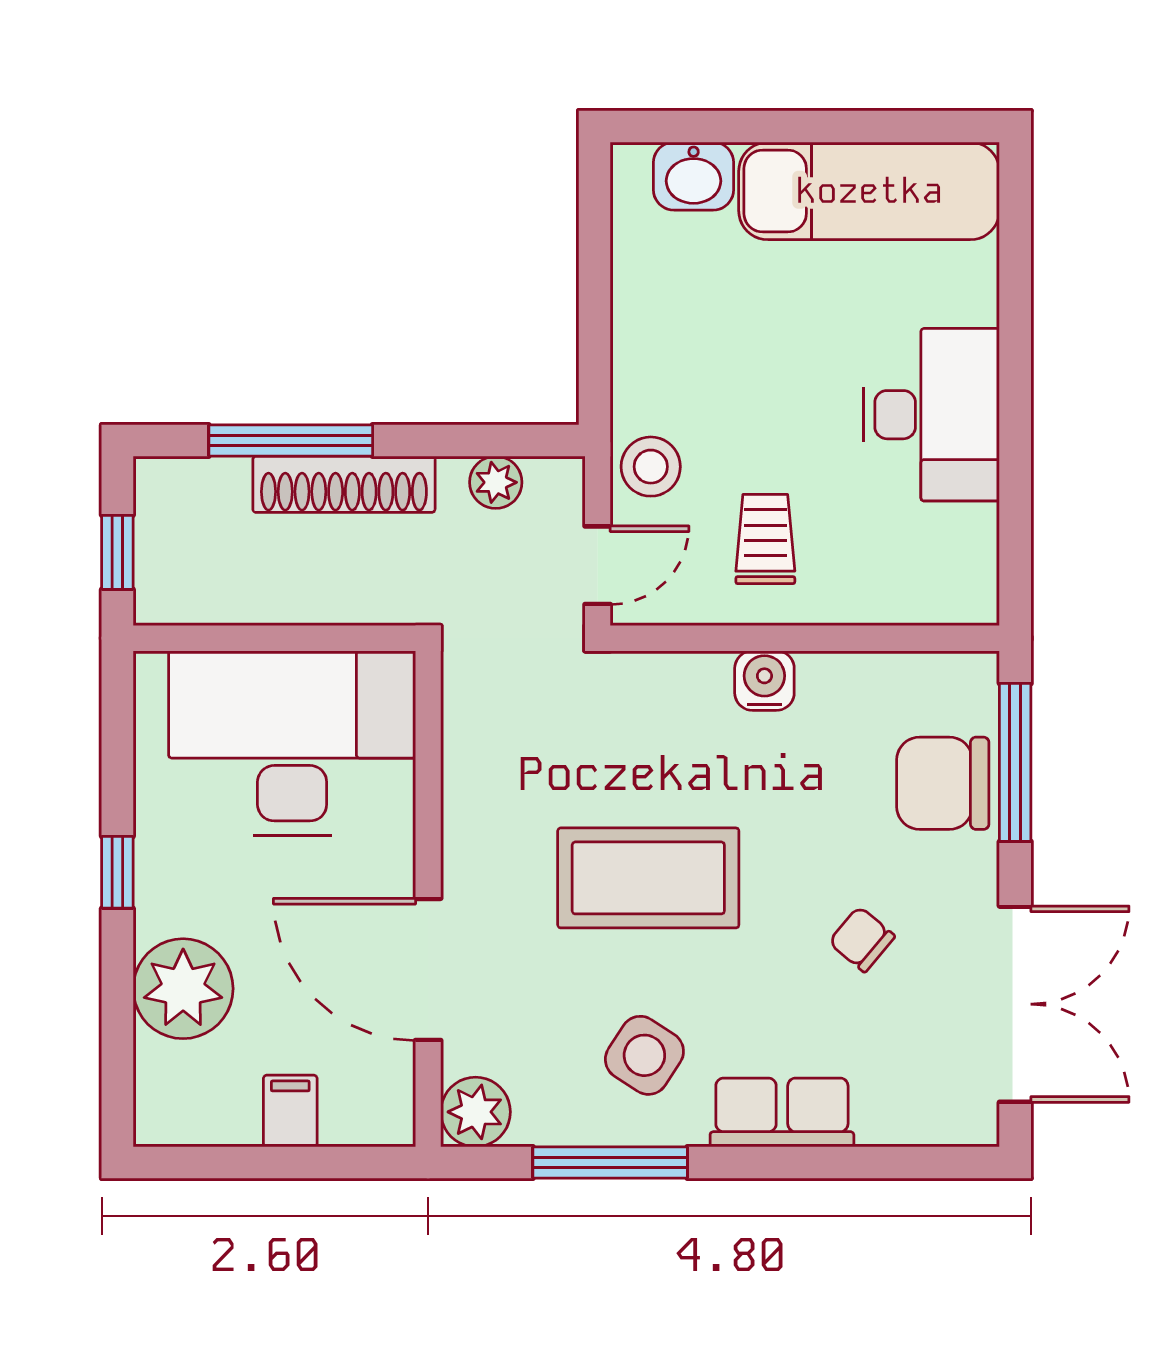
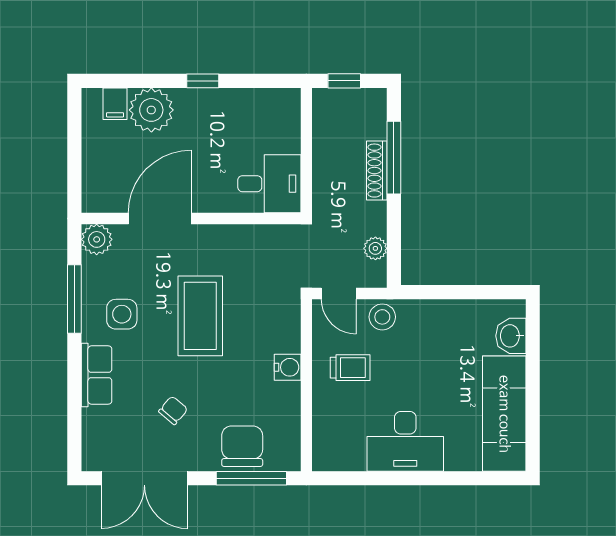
shoe rack: (344, 484) -> (377, 171), width x0.74, depth x0.81
desk: (292, 743) -> (269, 184), width x0.53, depth x0.77
side table: (644, 1055) -> (122, 314), turned -33
filing cabinet: (290, 1111) -> (115, 104), moved, turned 90

